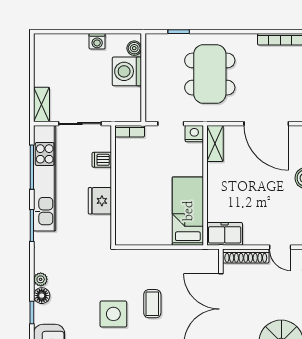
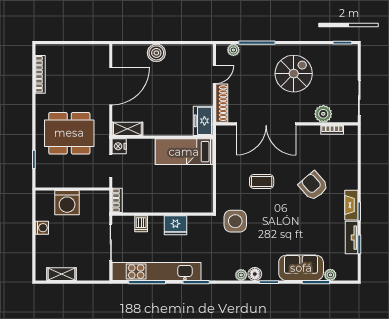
boiler: (134, 48) -> (48, 197), removed
shelving: (42, 104) -> (61, 274), moved
side table: (113, 314) -> (235, 221), moved

